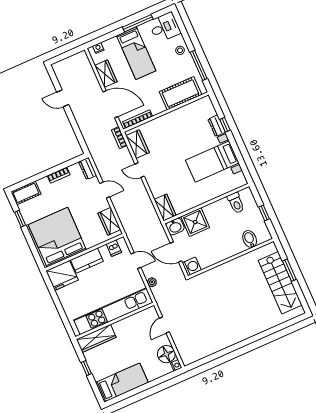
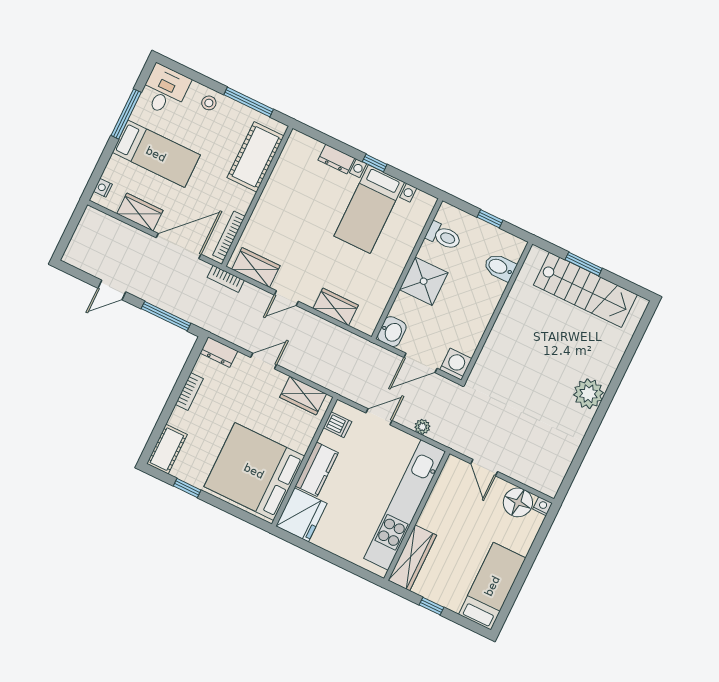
window: (225, 125) -> (375, 163), moved
window: (77, 131) -> (166, 316), added
wardrobe: (165, 208) -> (336, 307), moved
shower: (195, 222) -> (424, 281), moved
plant: (241, 332) -> (588, 394), added

